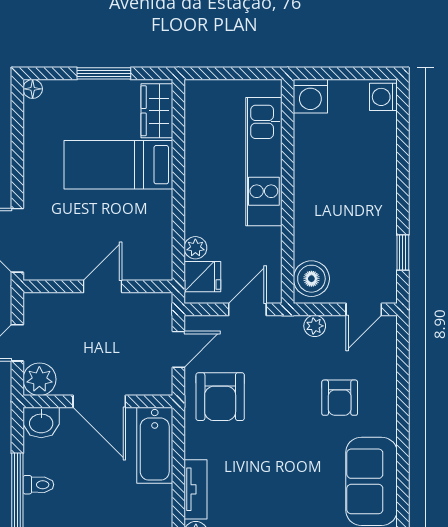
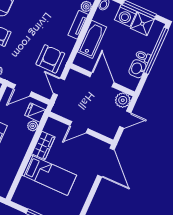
wardrobe: (157, 111) -> (43, 145), moved
door: (178, 349) -> (59, 87), hinge flipped
washbasin: (41, 423) -> (137, 69), moved, turned -90
bathtub: (155, 445) -> (92, 39), moved

